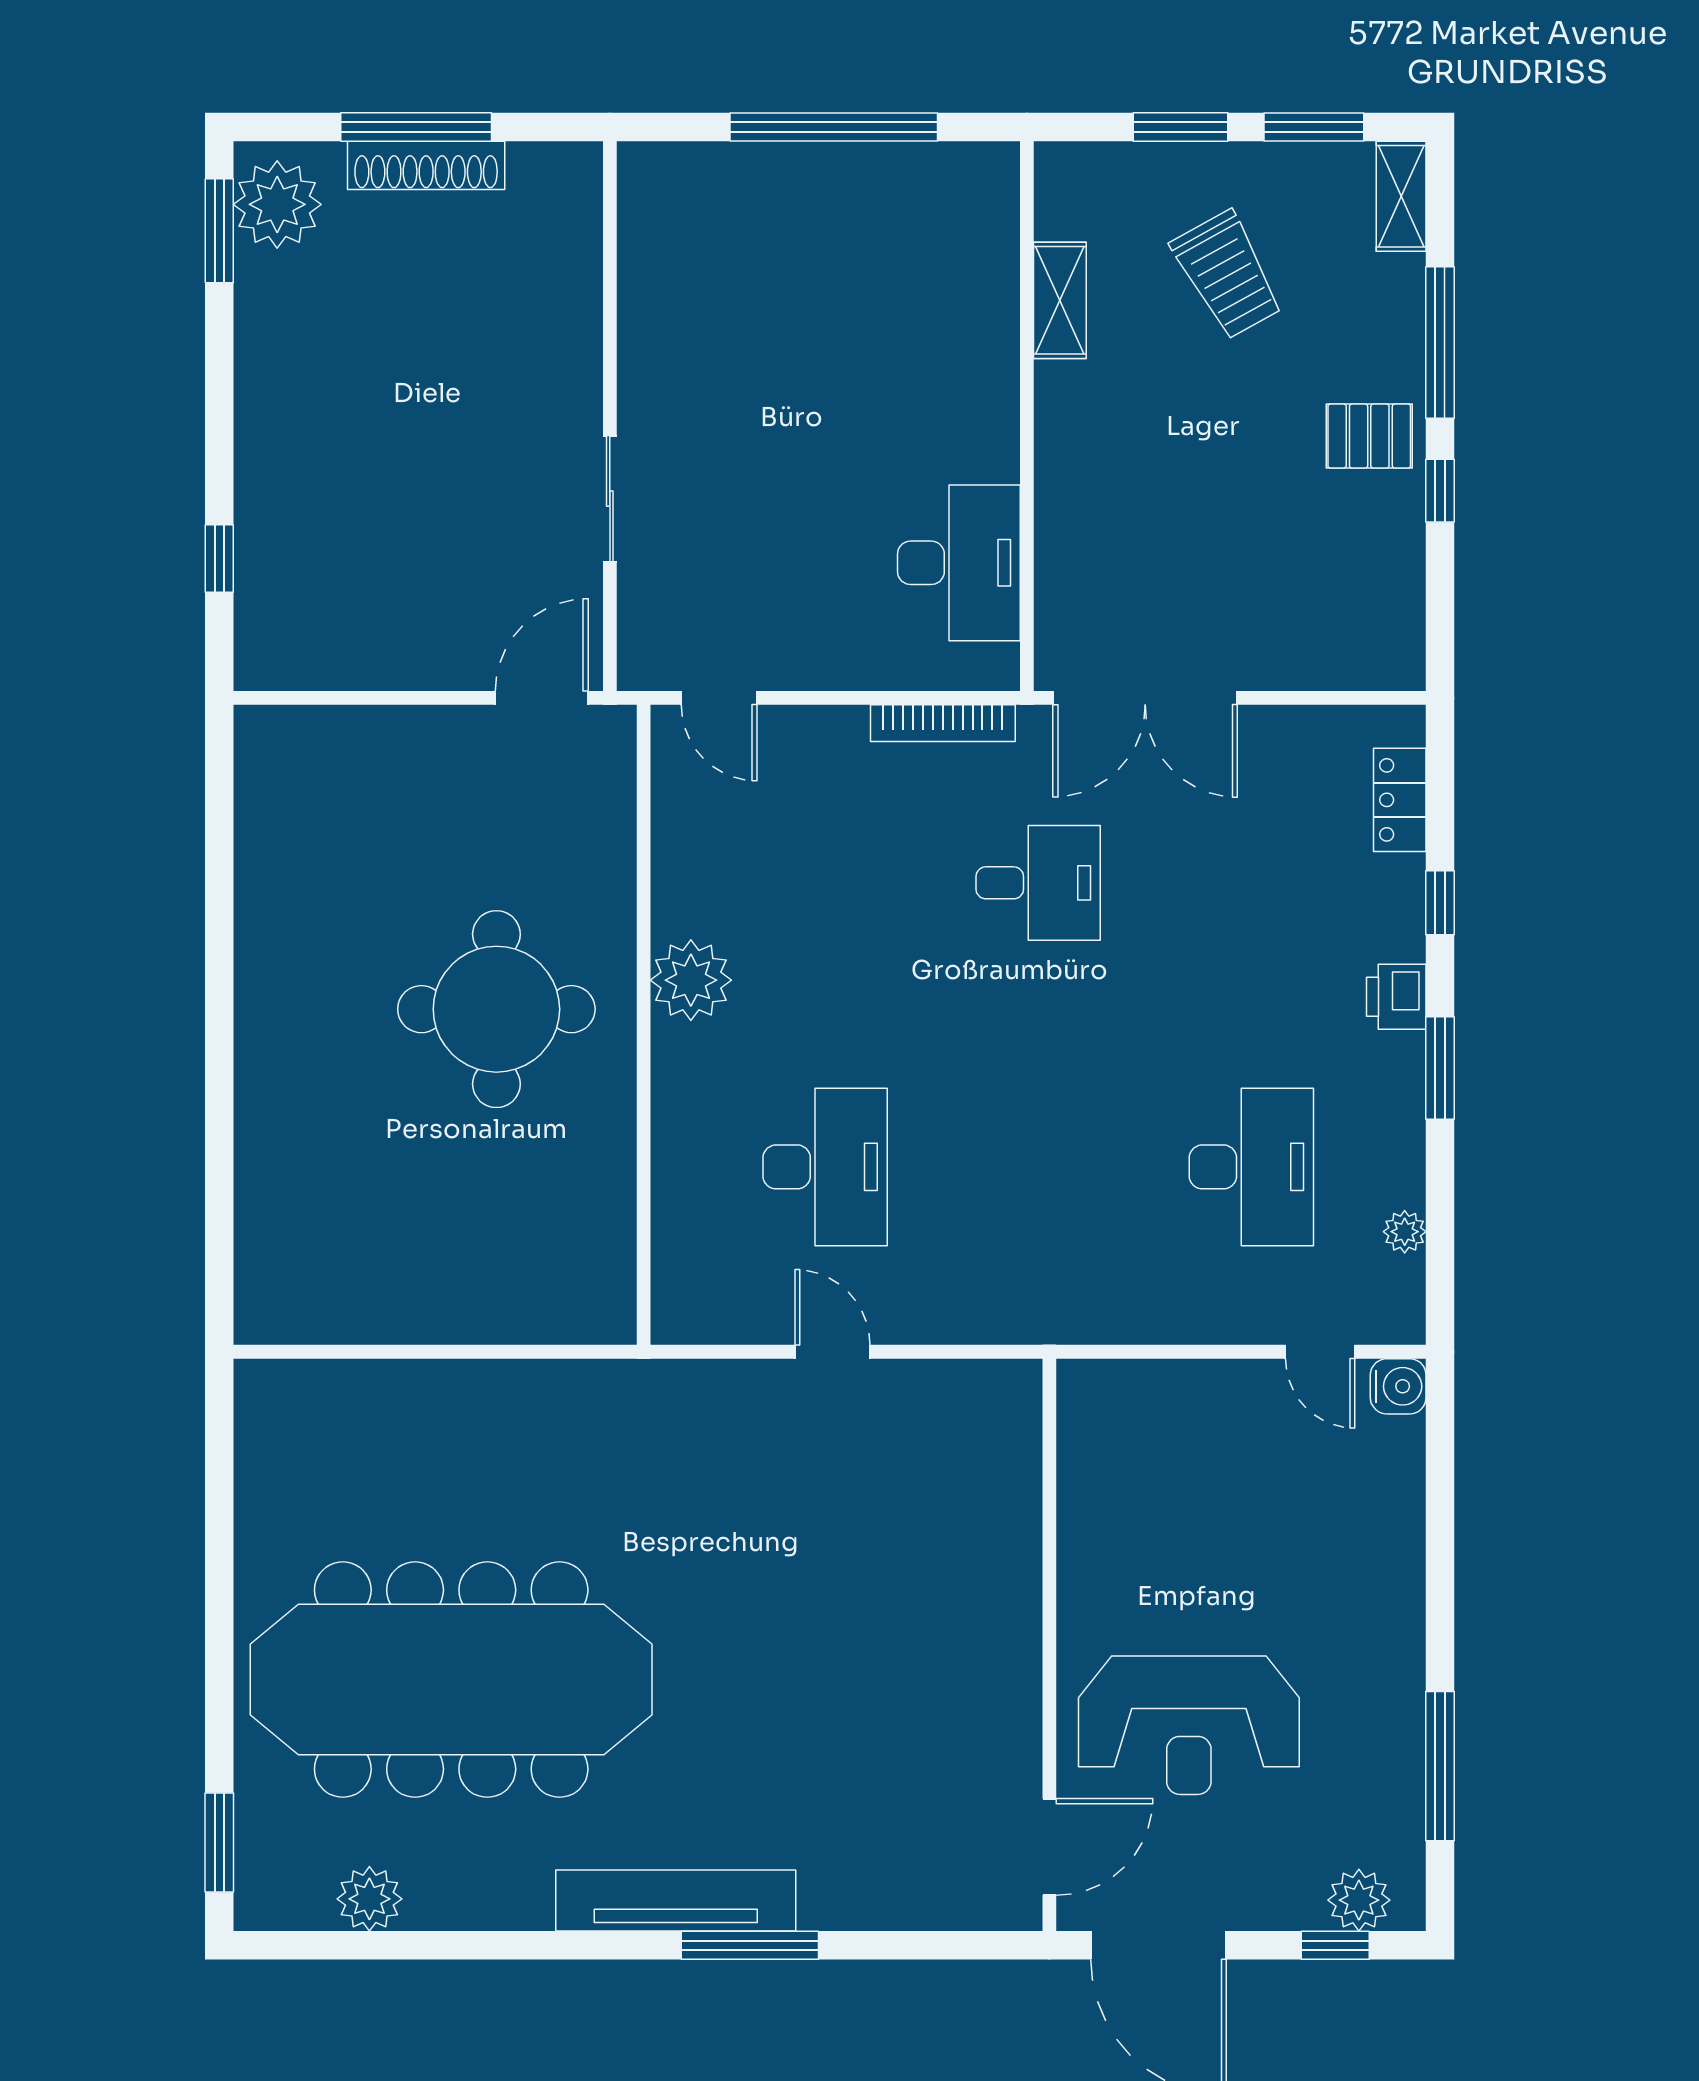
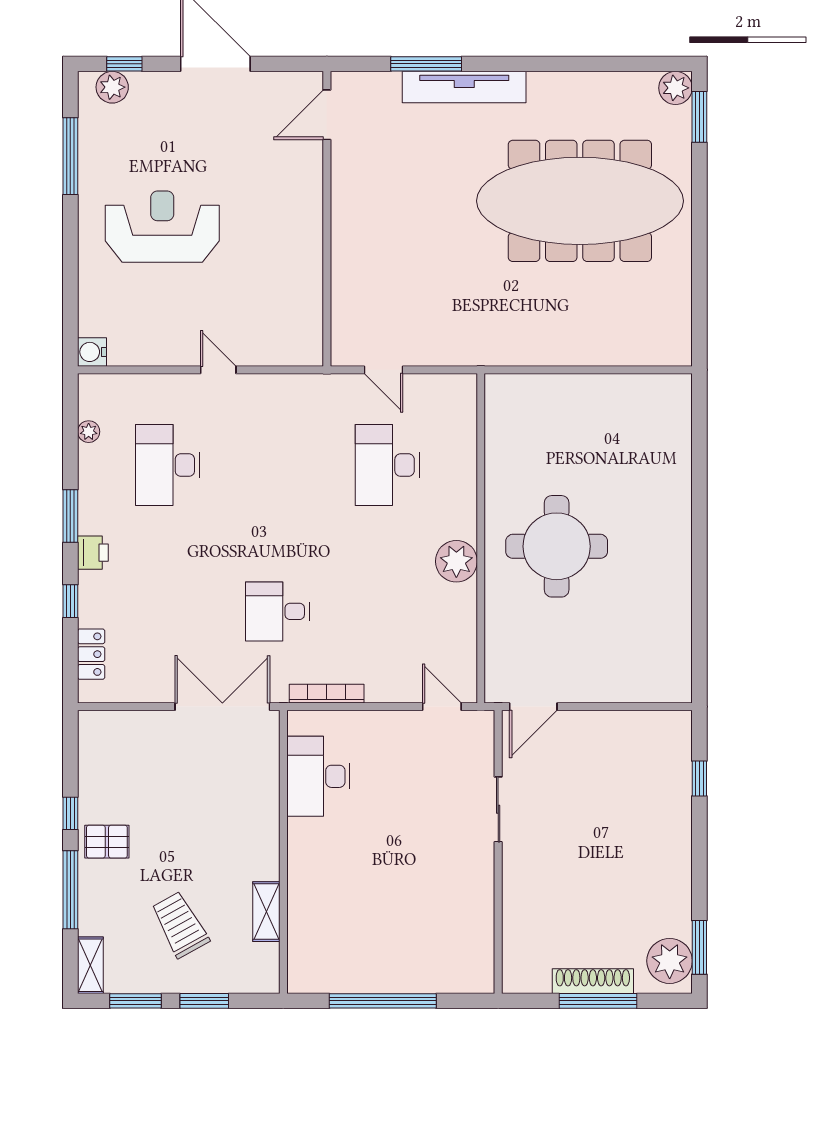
door: (1320, 1352) -> (218, 370), moved
wall: (1049, 1645) -> (327, 219), moved
reception desk: (1189, 1725) -> (162, 227), moved
door: (1049, 1847) -> (327, 115), moved
plant: (369, 1899) -> (675, 88), moved

